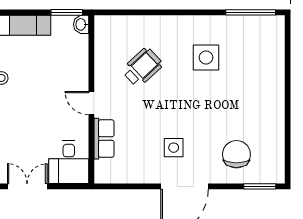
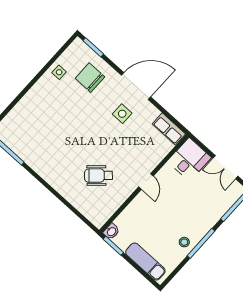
side table: (206, 58) -> (59, 72), moved, width x0.54, depth x0.54
row of seats: (104, 139) -> (169, 129), moved, turned -90
chair: (236, 154) -> (90, 78), turned 90

